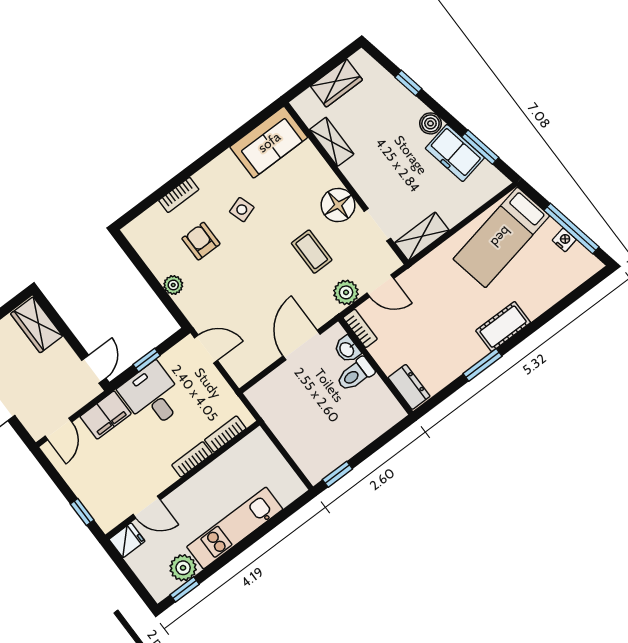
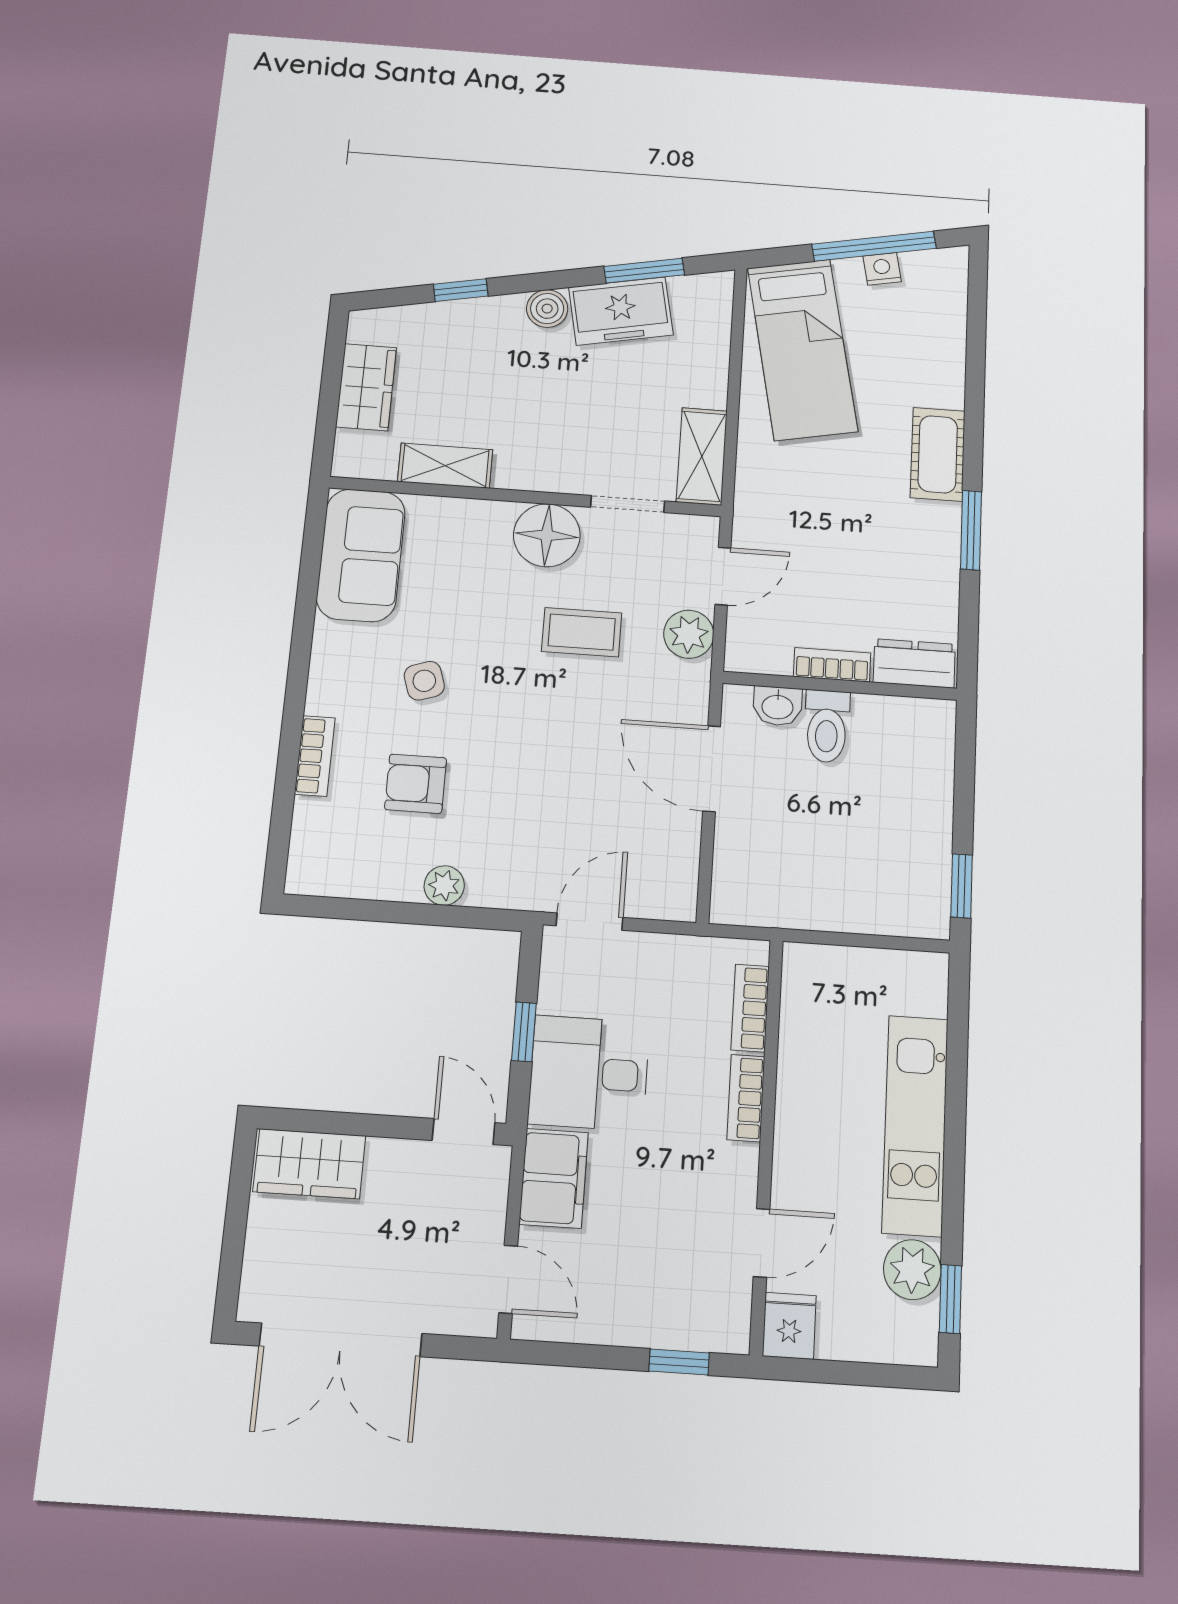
bookcase: (360, 328) -> (832, 665), moved

